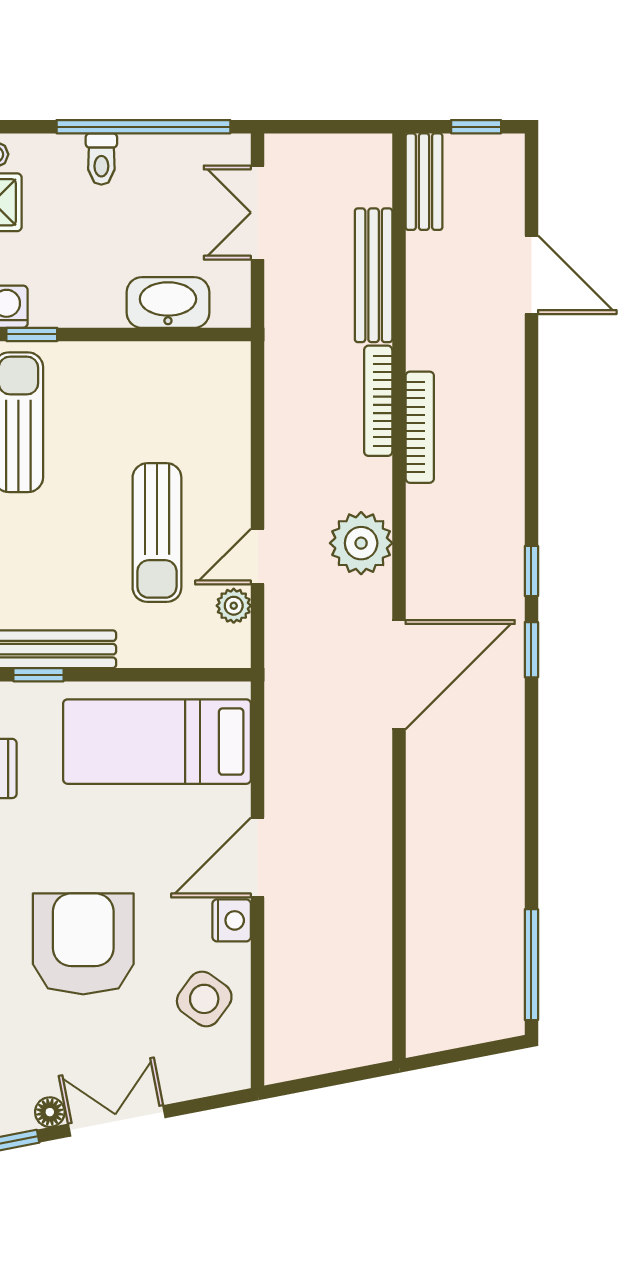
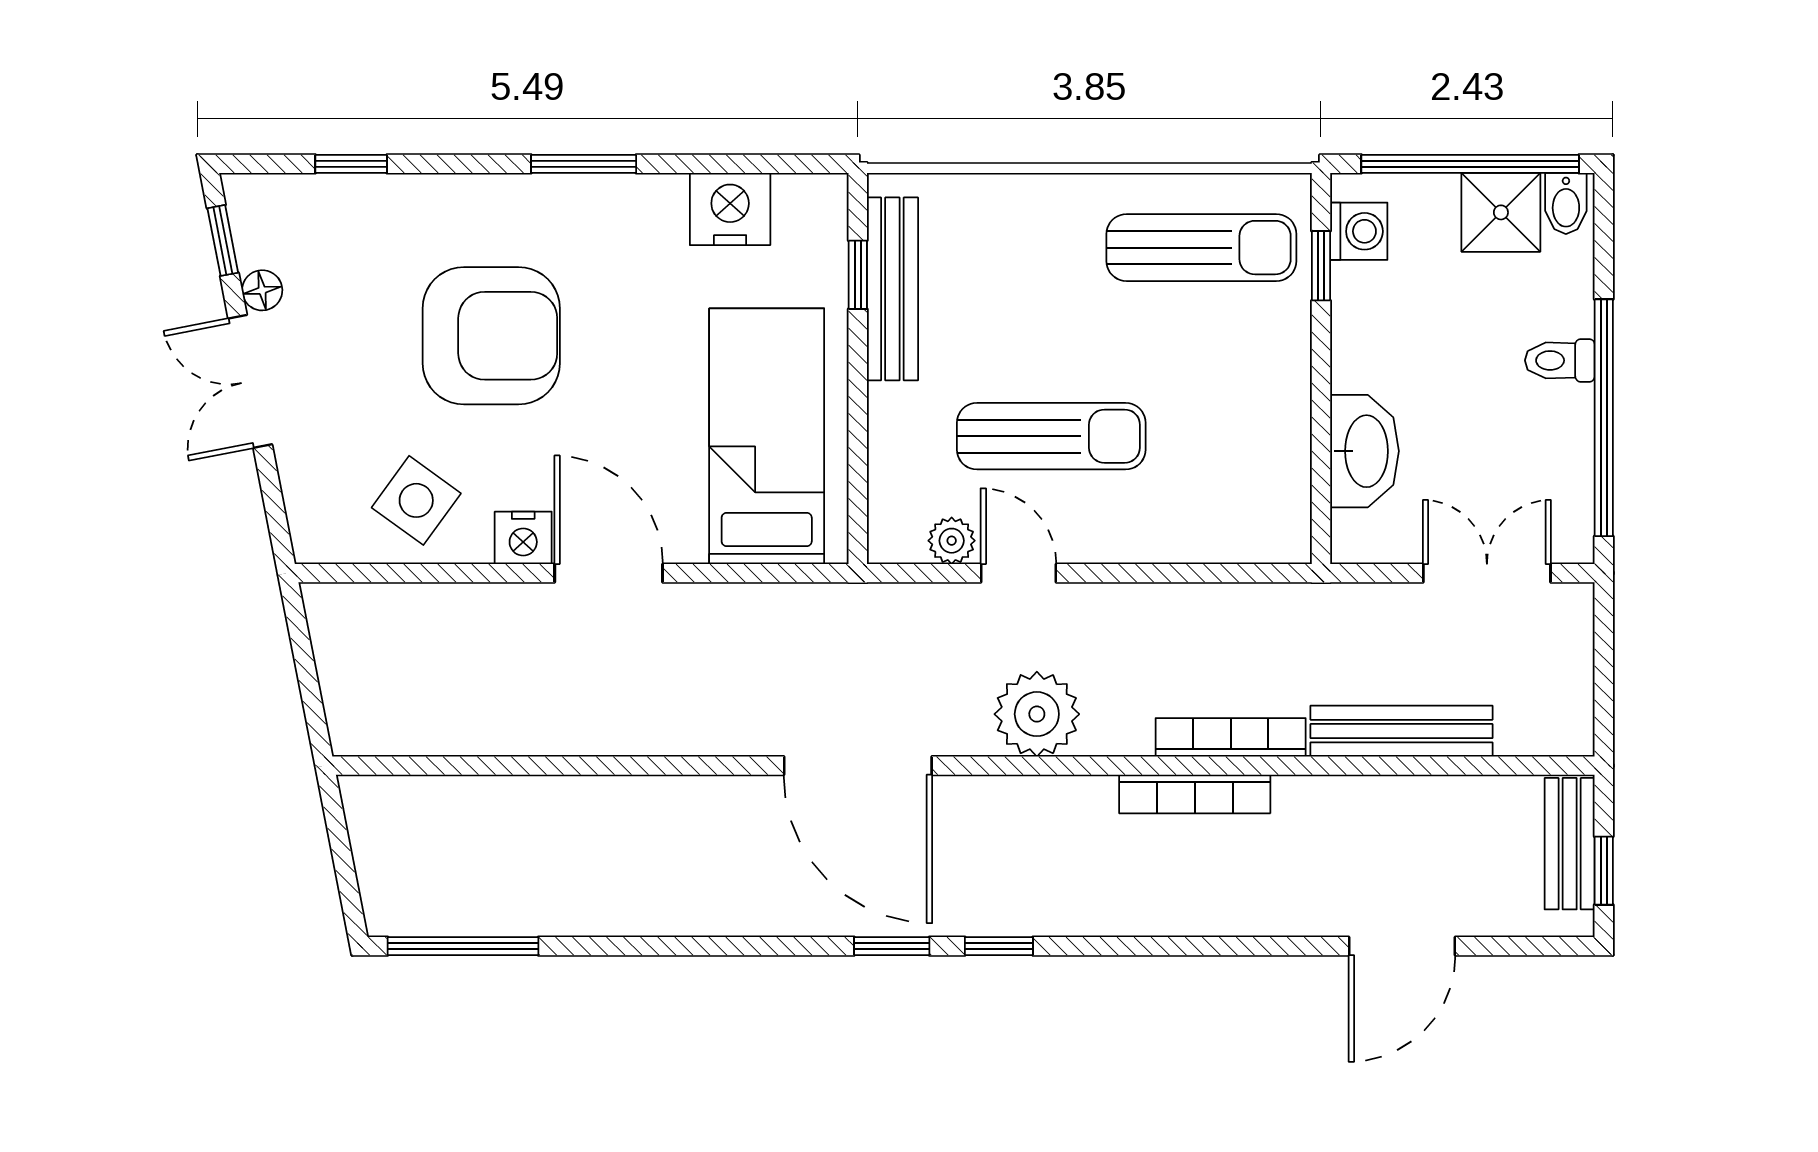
bench: (424, 182) -> (1570, 844), moved, turned 90
sun lounger: (157, 533) -> (1051, 436), turned 180
double door: (117, 1121) -> (250, 381), swing flipped

